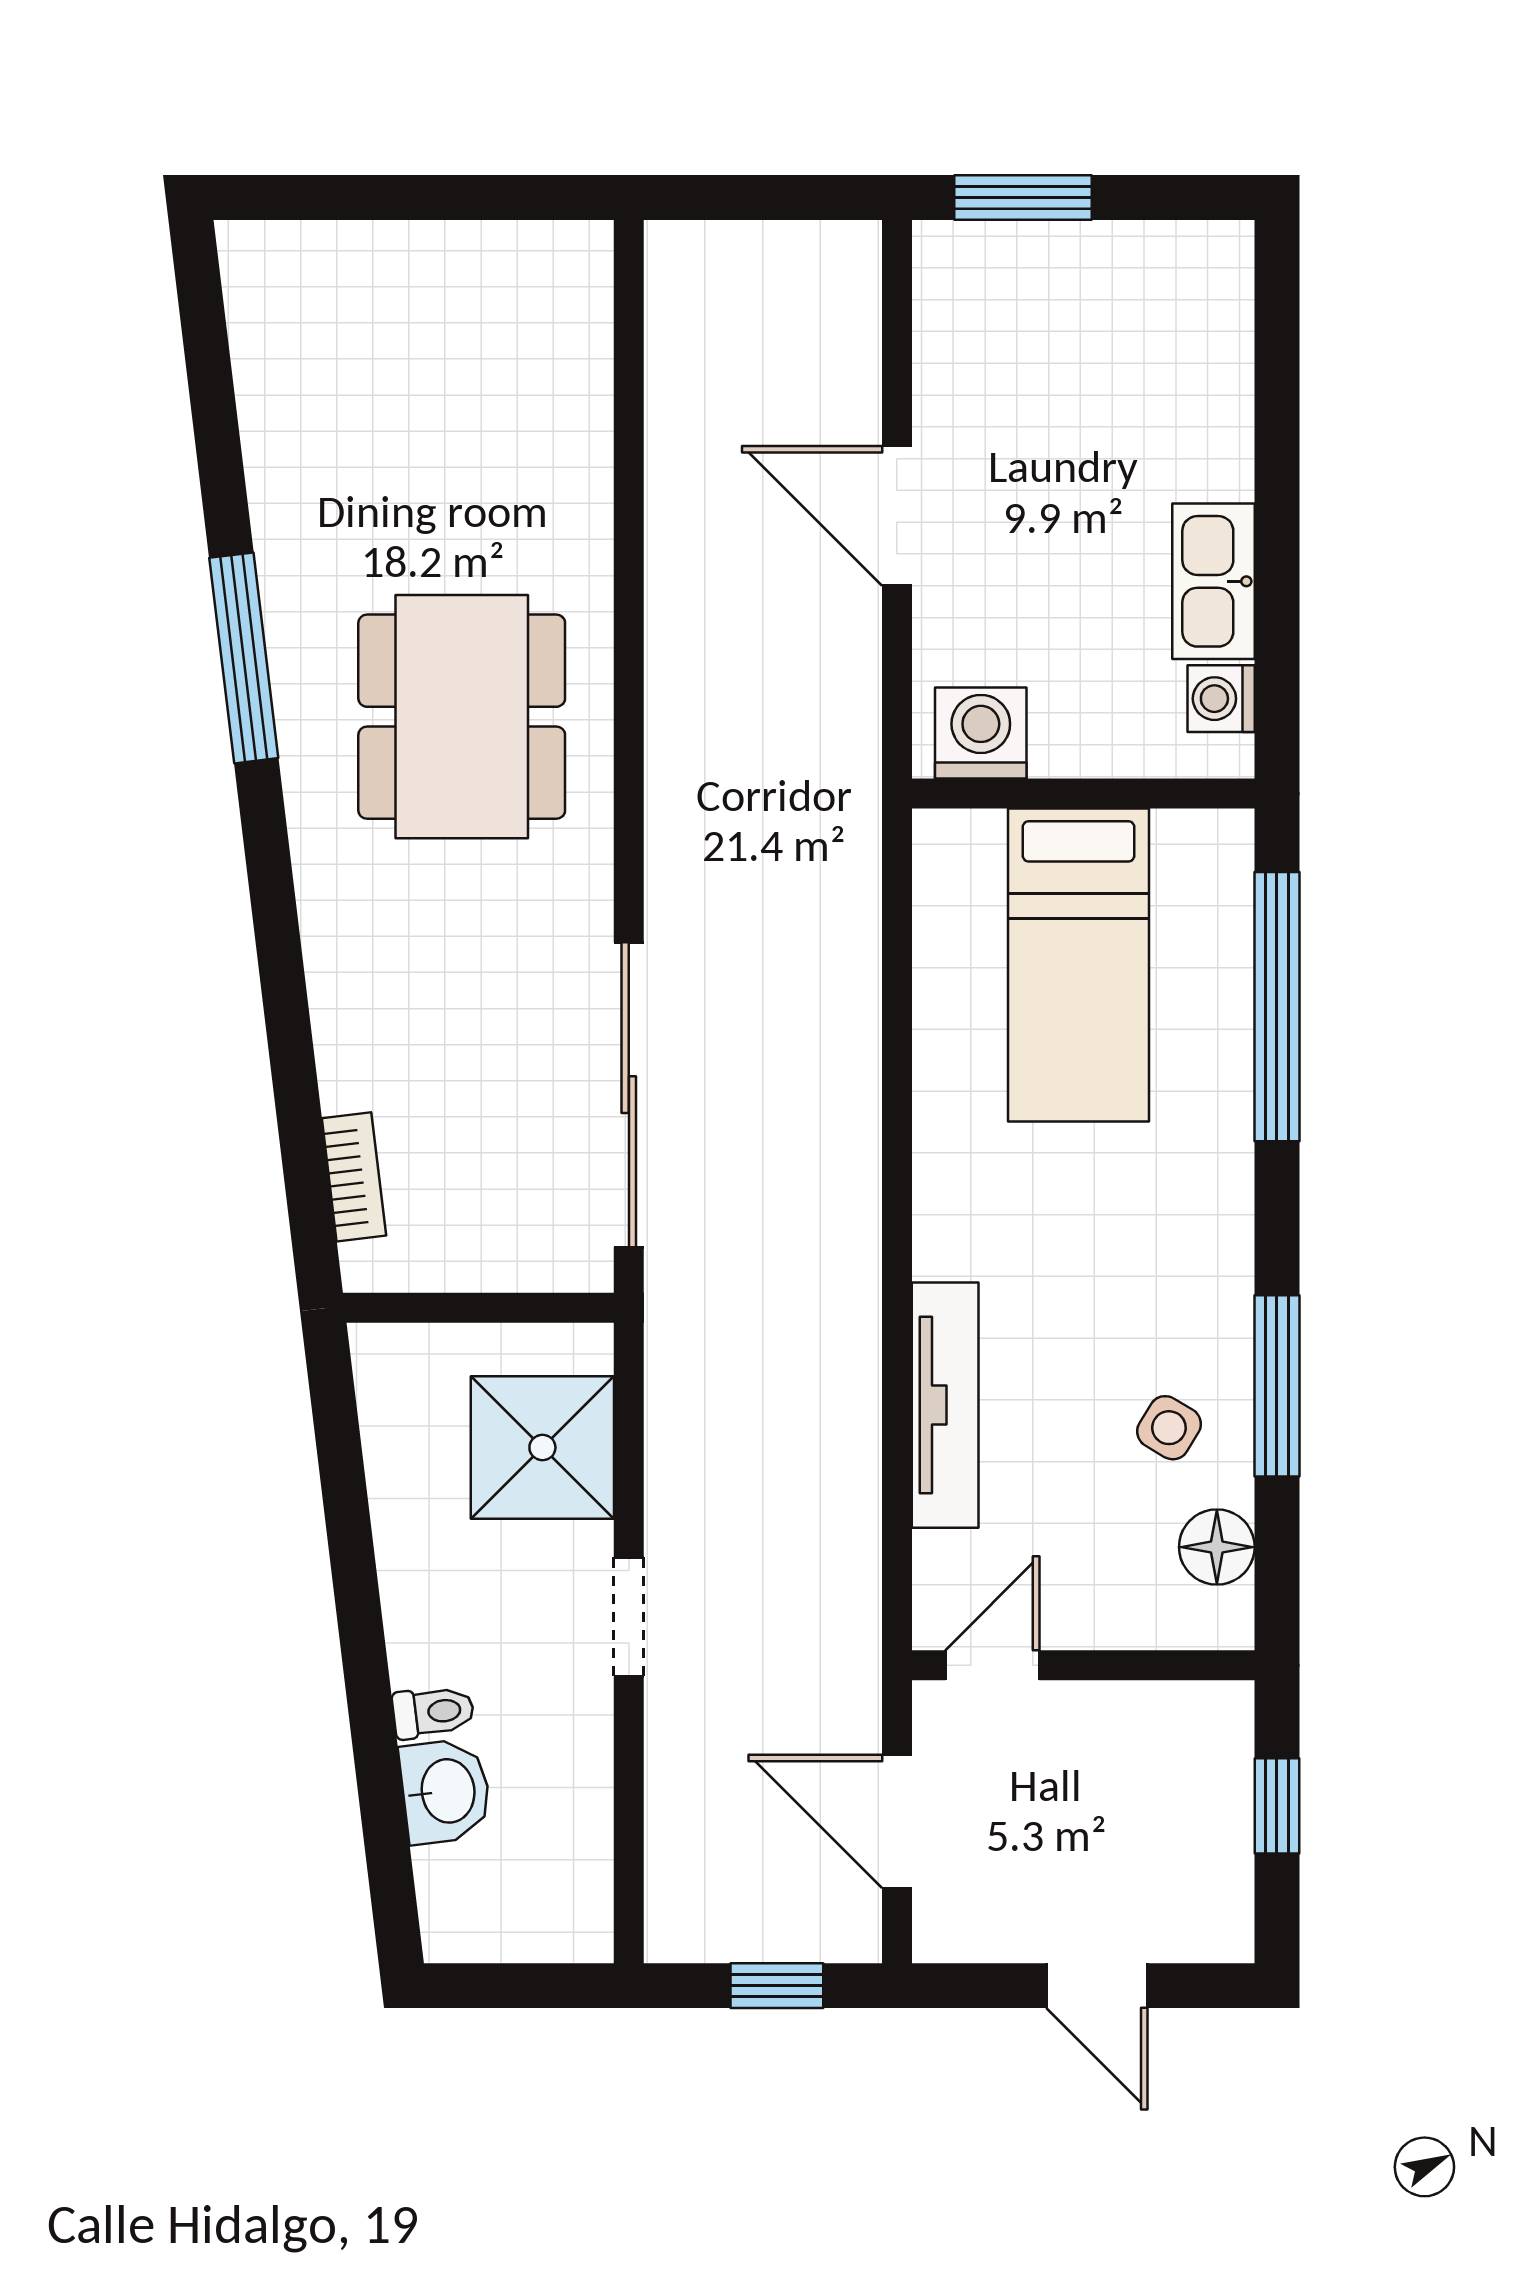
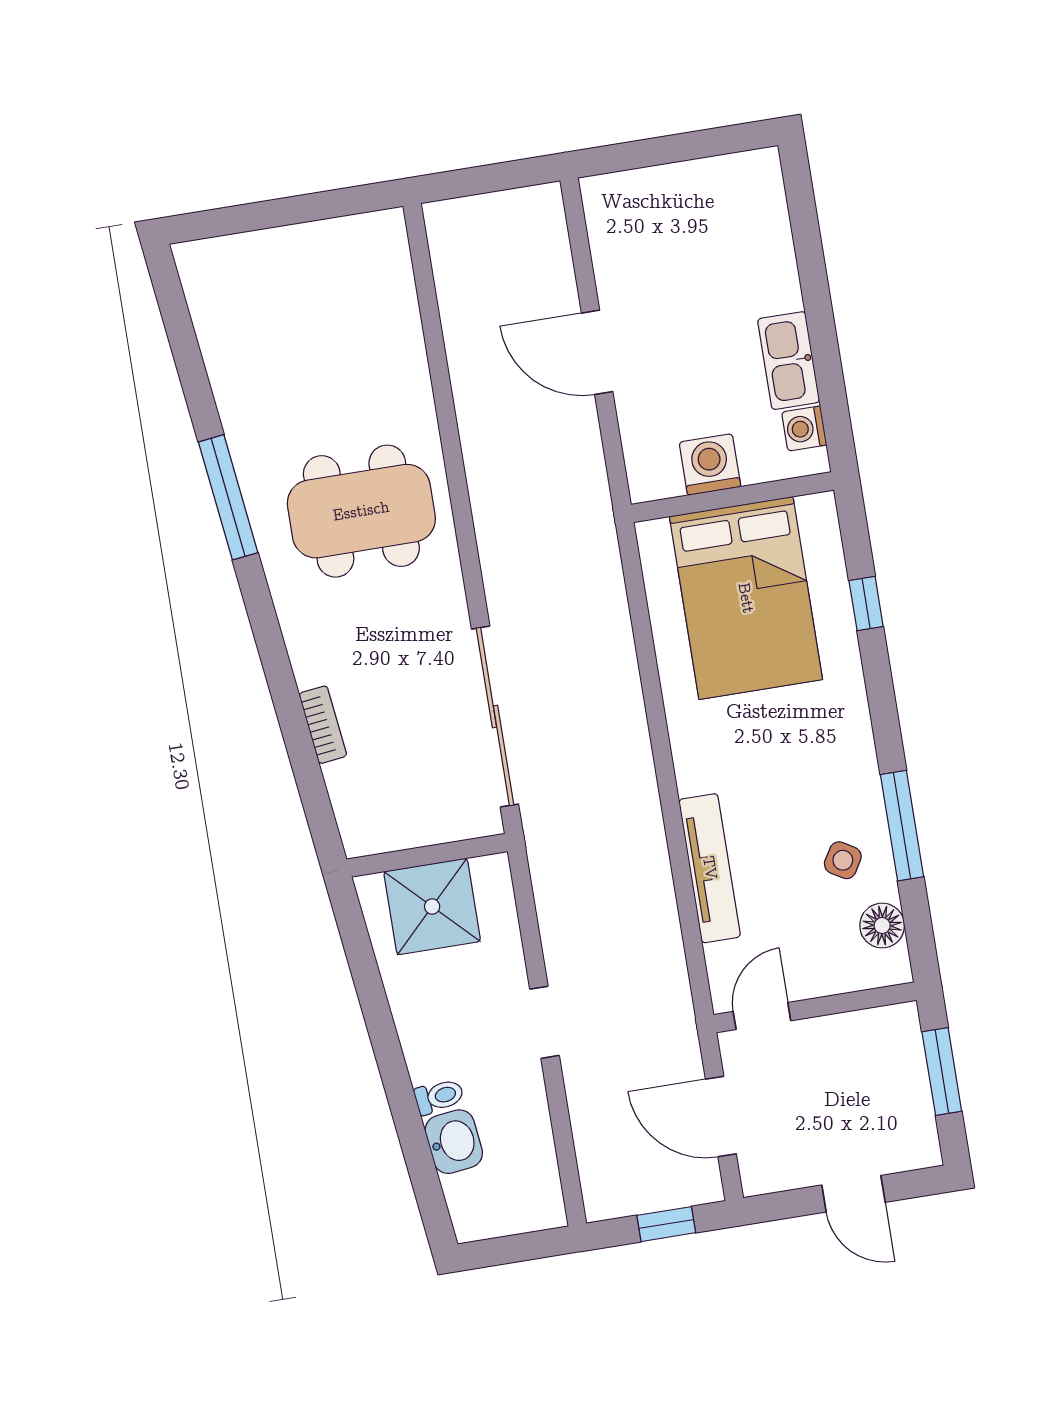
window: (1023, 198) -> (641, 154), removed
dining table: (462, 717) -> (361, 511), turned 90
washing machine: (981, 733) -> (710, 464), moved
bed: (1078, 965) -> (746, 598), width x1.50
window: (1277, 1007) -> (866, 603), width x0.32
bookcase: (354, 1177) -> (323, 725), moved
shower: (542, 1448) -> (432, 907), moved
window: (1277, 1806) -> (942, 1071), width x1.50

